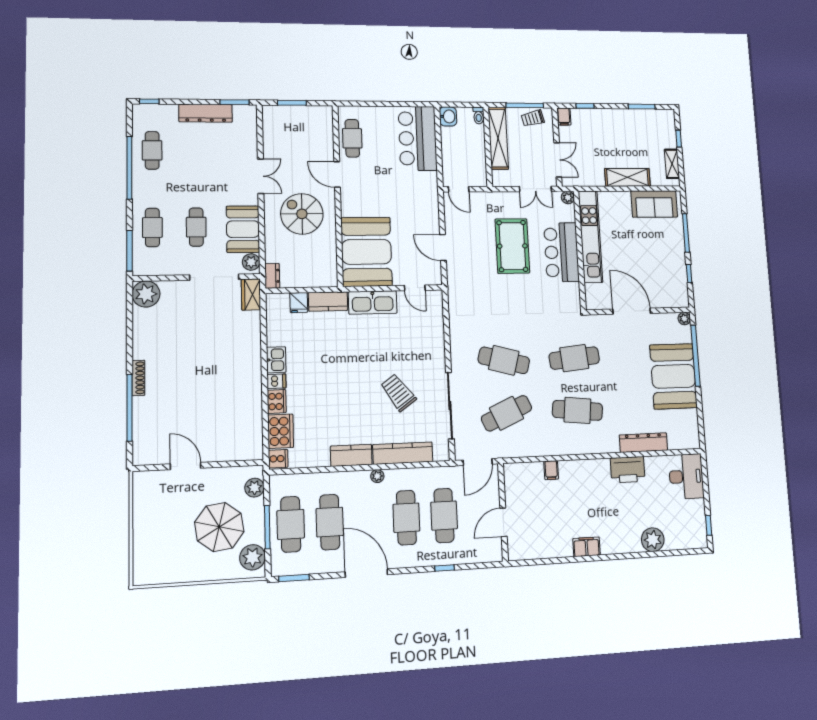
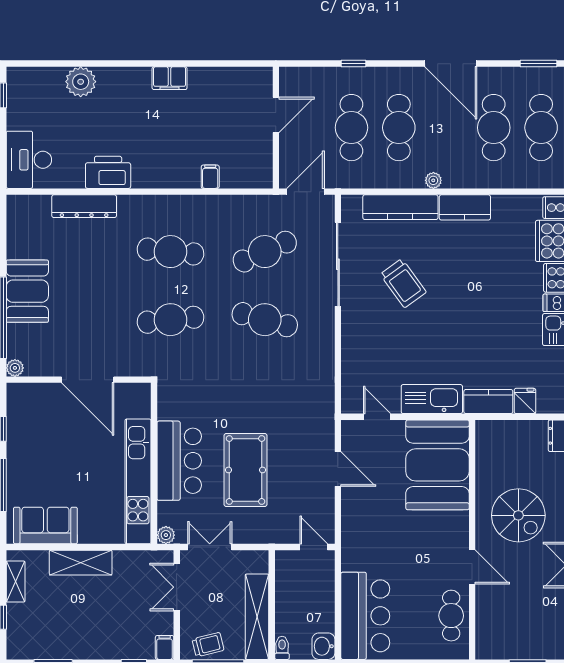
booth: (673, 376) -> (27, 291), width x0.73, depth x0.70

